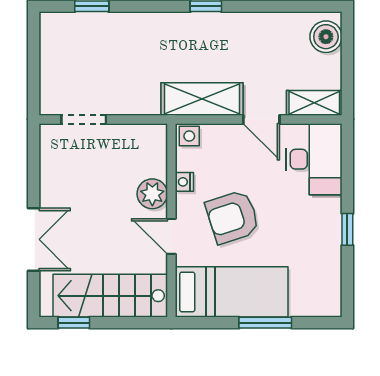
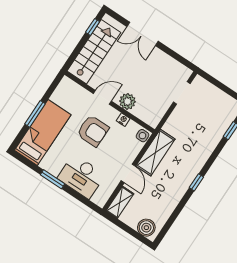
door: (261, 119) -> (128, 173), swing flipped
desk: (314, 159) -> (81, 176), moved
armchair: (232, 217) -> (93, 131), turned 108
window: (347, 229) -> (52, 179), width x1.50
bed: (232, 292) -> (43, 132), moved, turned 180

